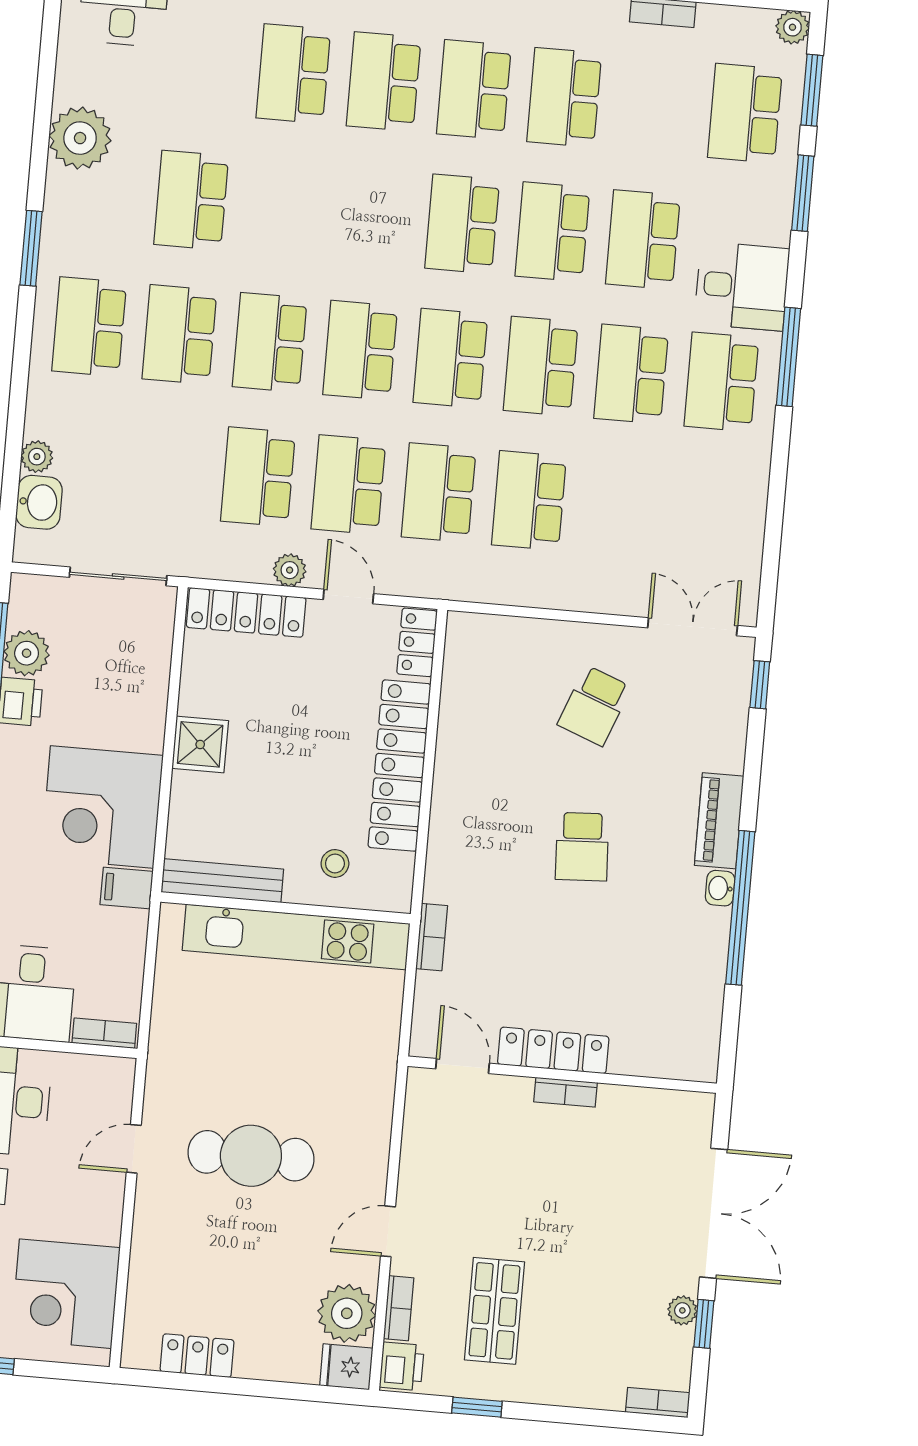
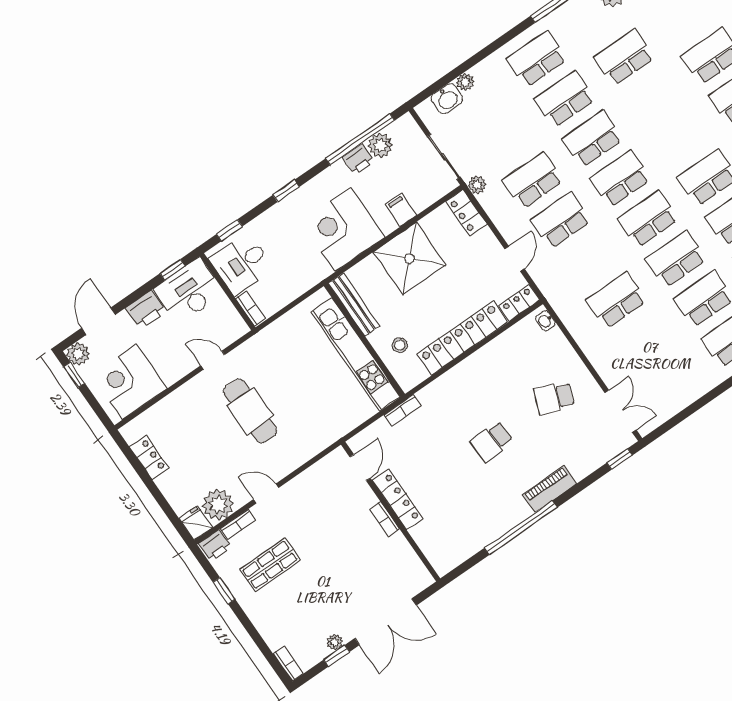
school desk: (439, 493) -> (589, 260), removed
plant: (290, 570) -> (477, 185), moved
locker: (246, 612) -> (466, 213), width x0.66
shower: (200, 744) -> (409, 258), width x1.86, depth x1.86
filing cabinet: (127, 888) -> (401, 210), moved
washbasin: (720, 888) -> (545, 321), moved, turned -90

